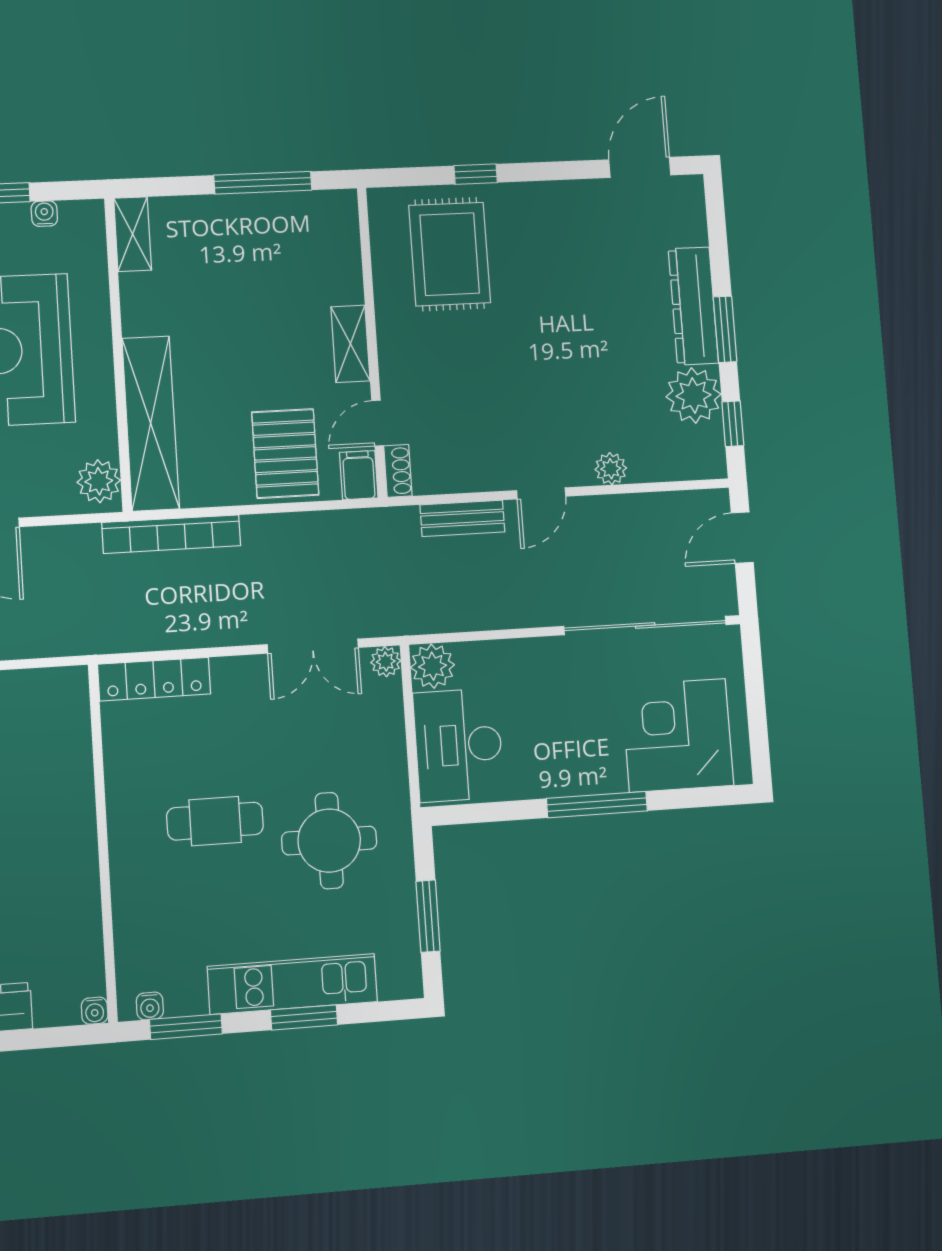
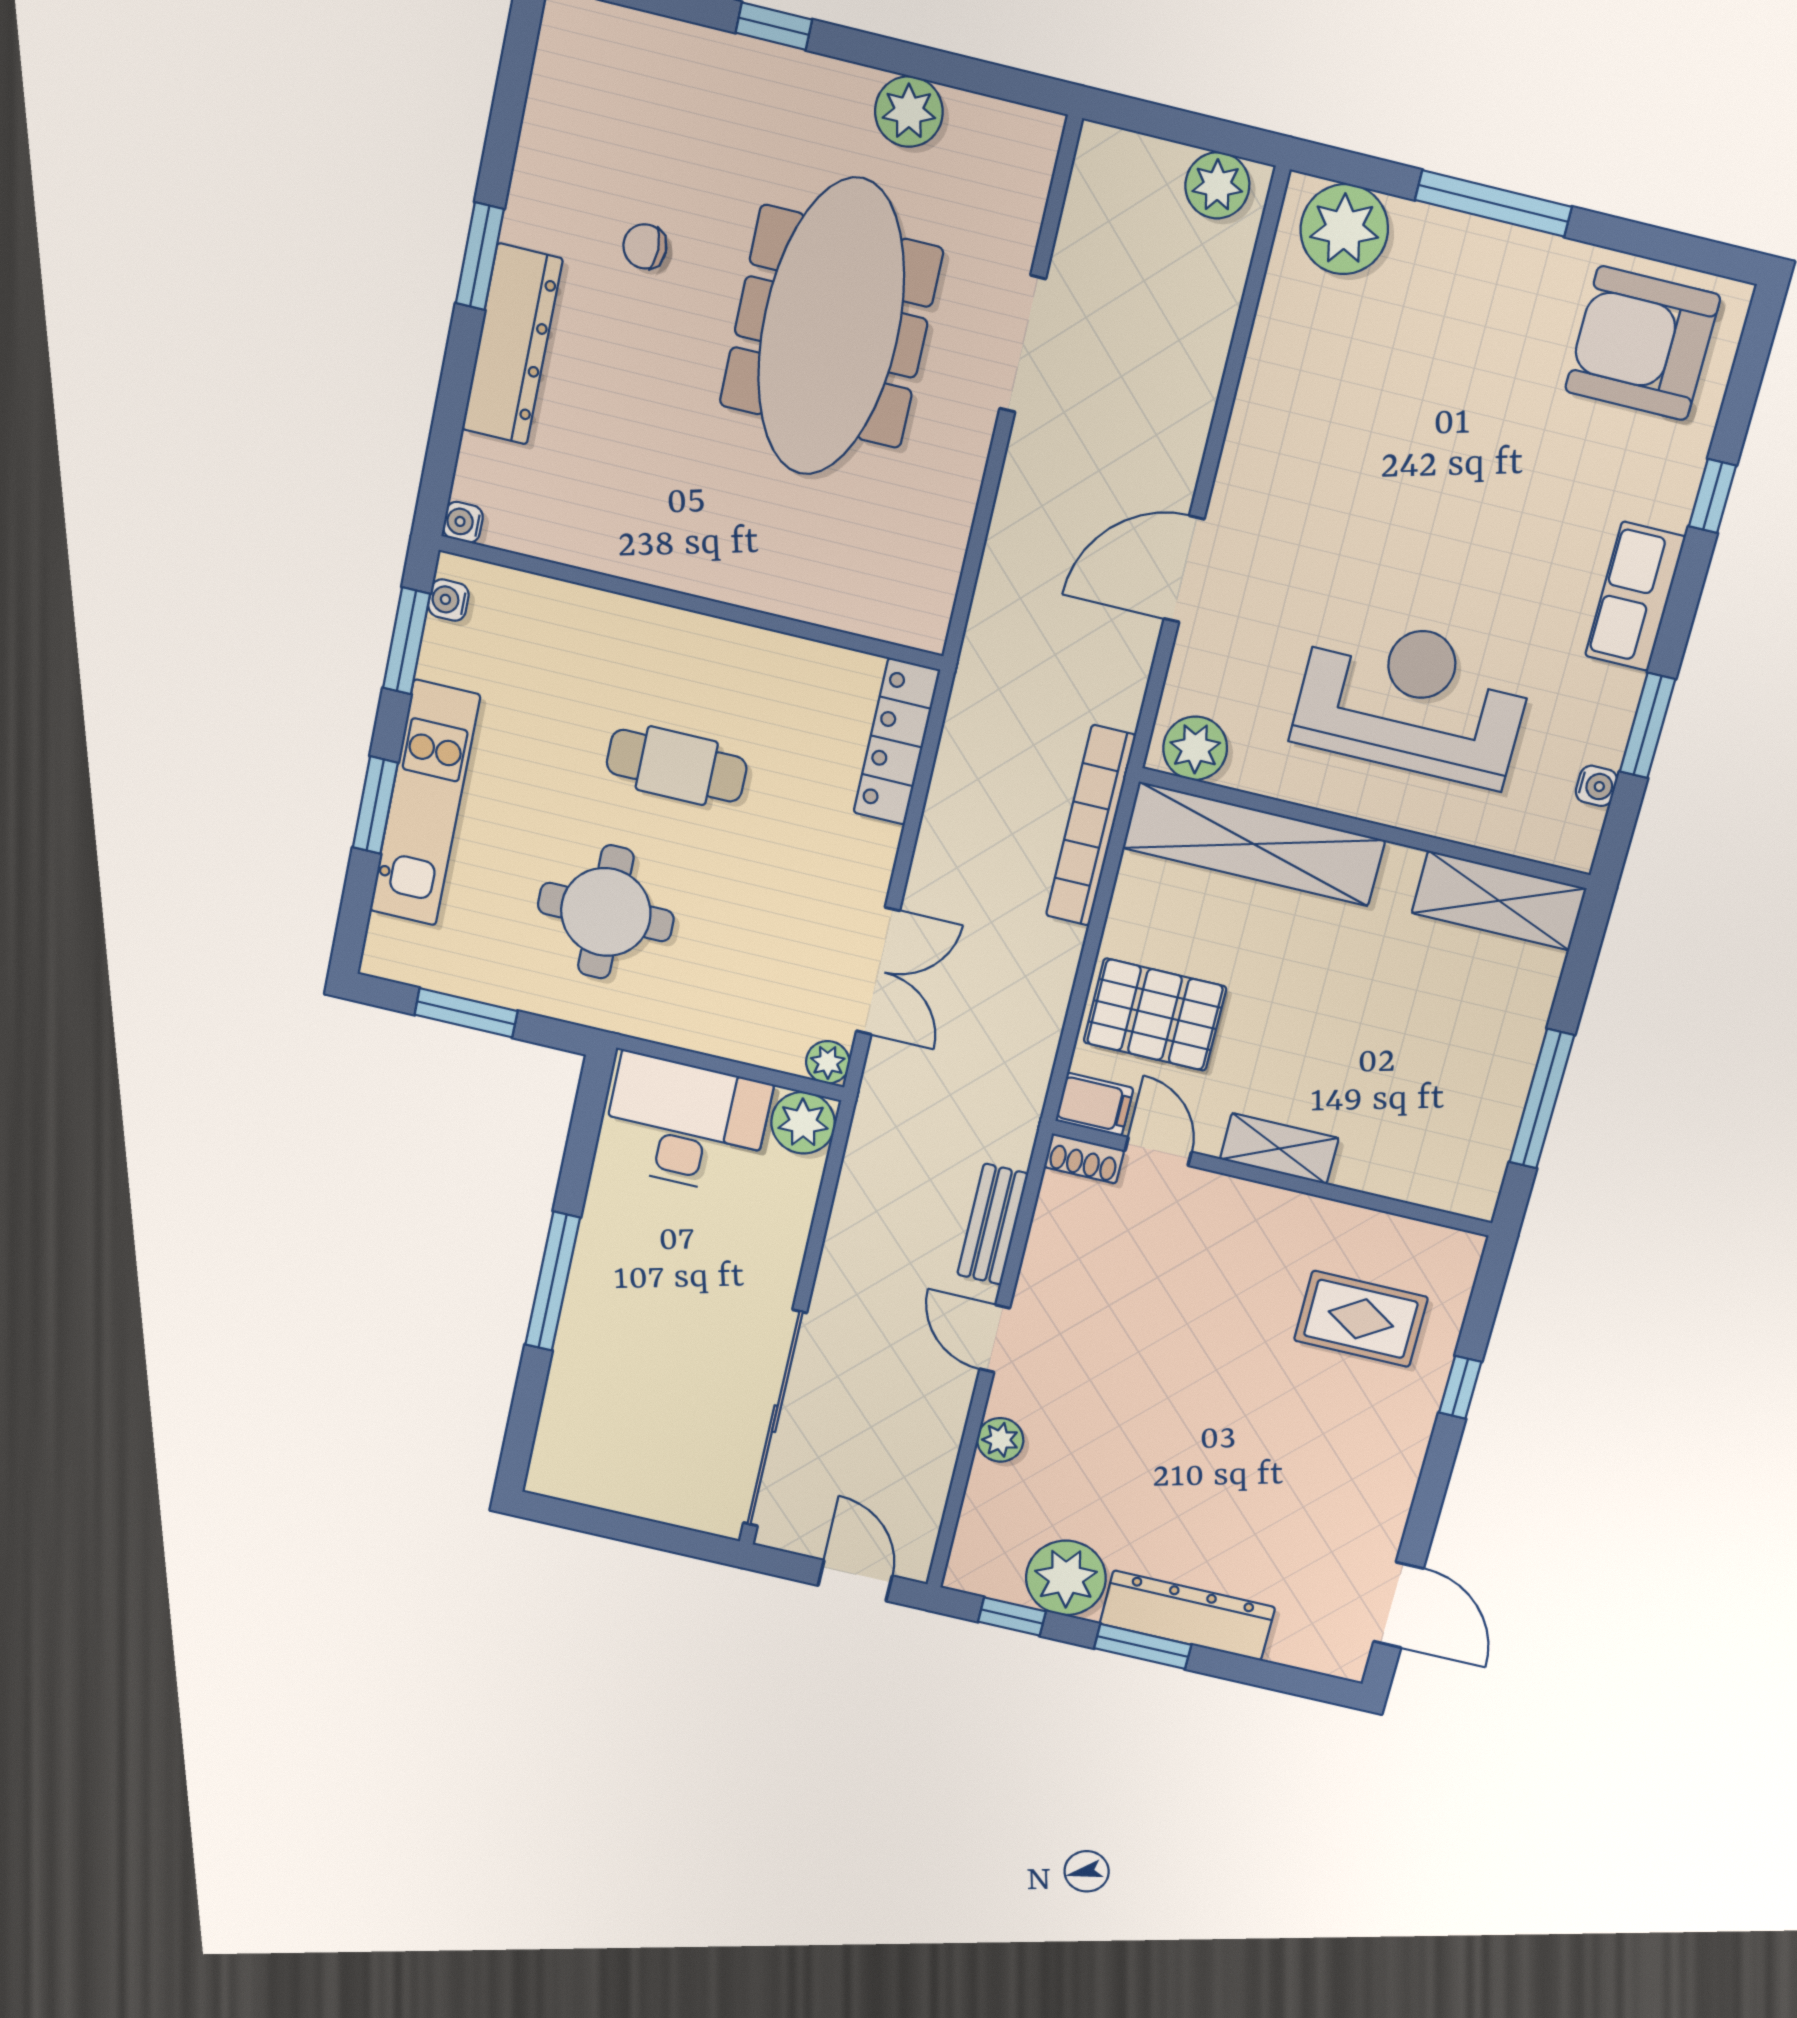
shelving: (133, 234) -> (1499, 901), width x1.50, depth x1.33
rug: (450, 254) -> (1361, 1319), width x0.73, depth x0.70
double door: (313, 646) -> (878, 971), swing flipped
corner desk: (678, 735) -> (615, 1415), removed
cafe table: (215, 821) -> (677, 766), turned 90

